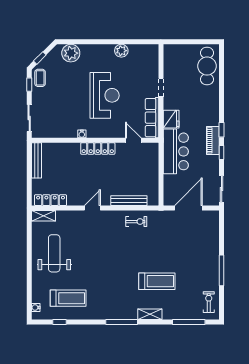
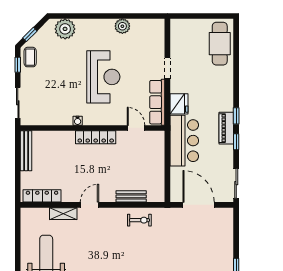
bench: (129, 201) -> (131, 196), width x0.73
door: (188, 208) -> (199, 205), hinge flipped
shelving: (43, 216) -> (63, 214), moved

